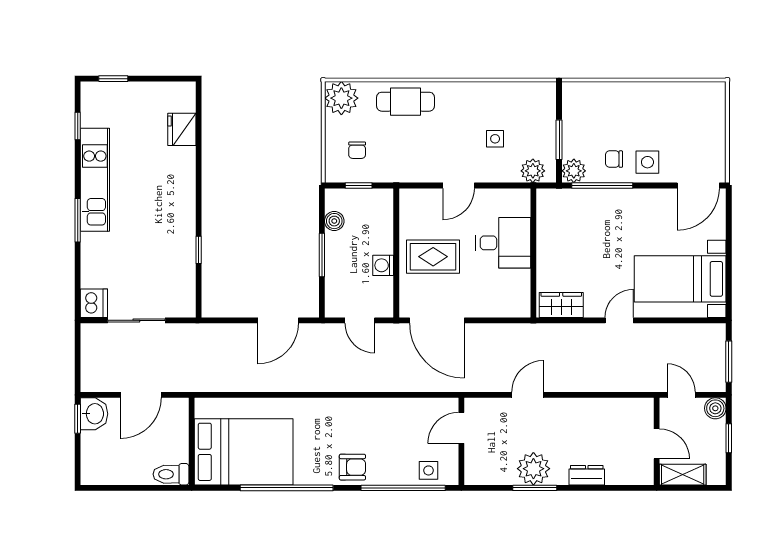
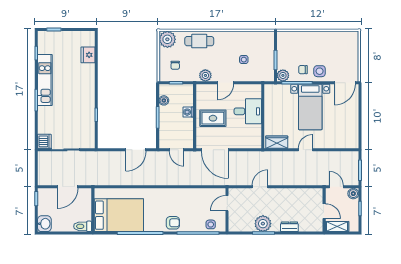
plant: (533, 171) -> (205, 75), moved
washing machine: (383, 265) -> (188, 112), moved
bed with nightstands: (680, 279) -> (310, 107), moved, turned -90
washbasin: (94, 414) -> (44, 224), moved

